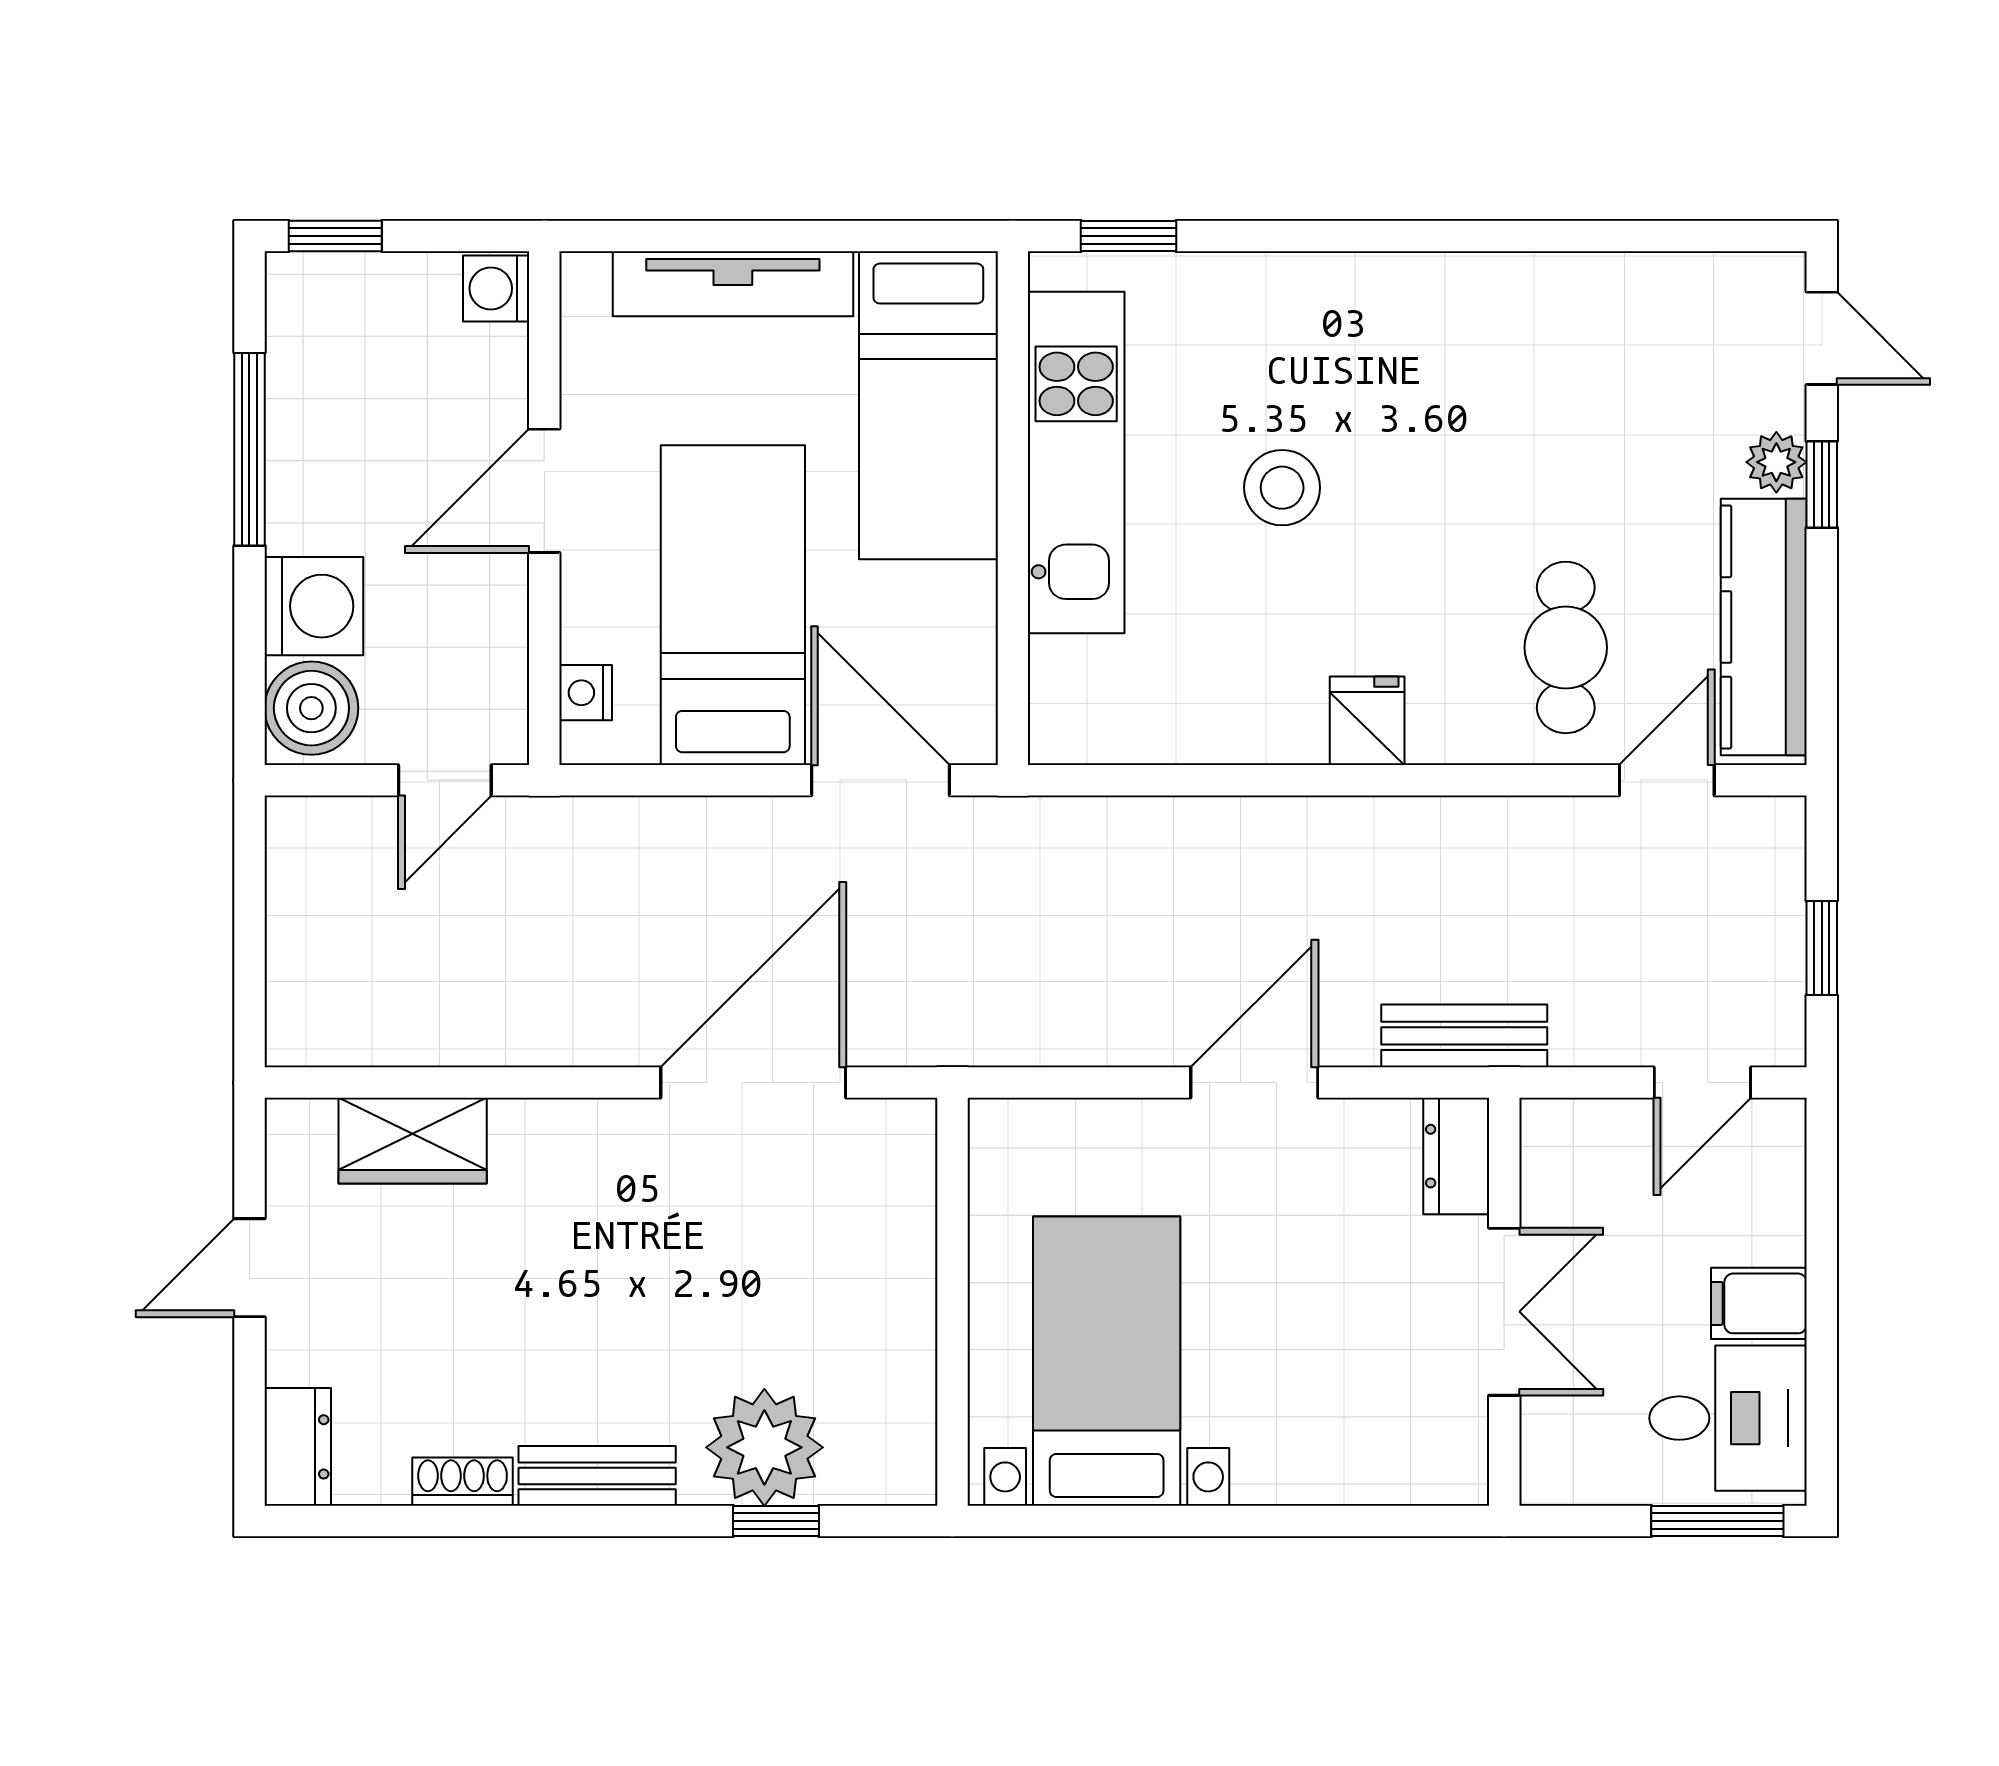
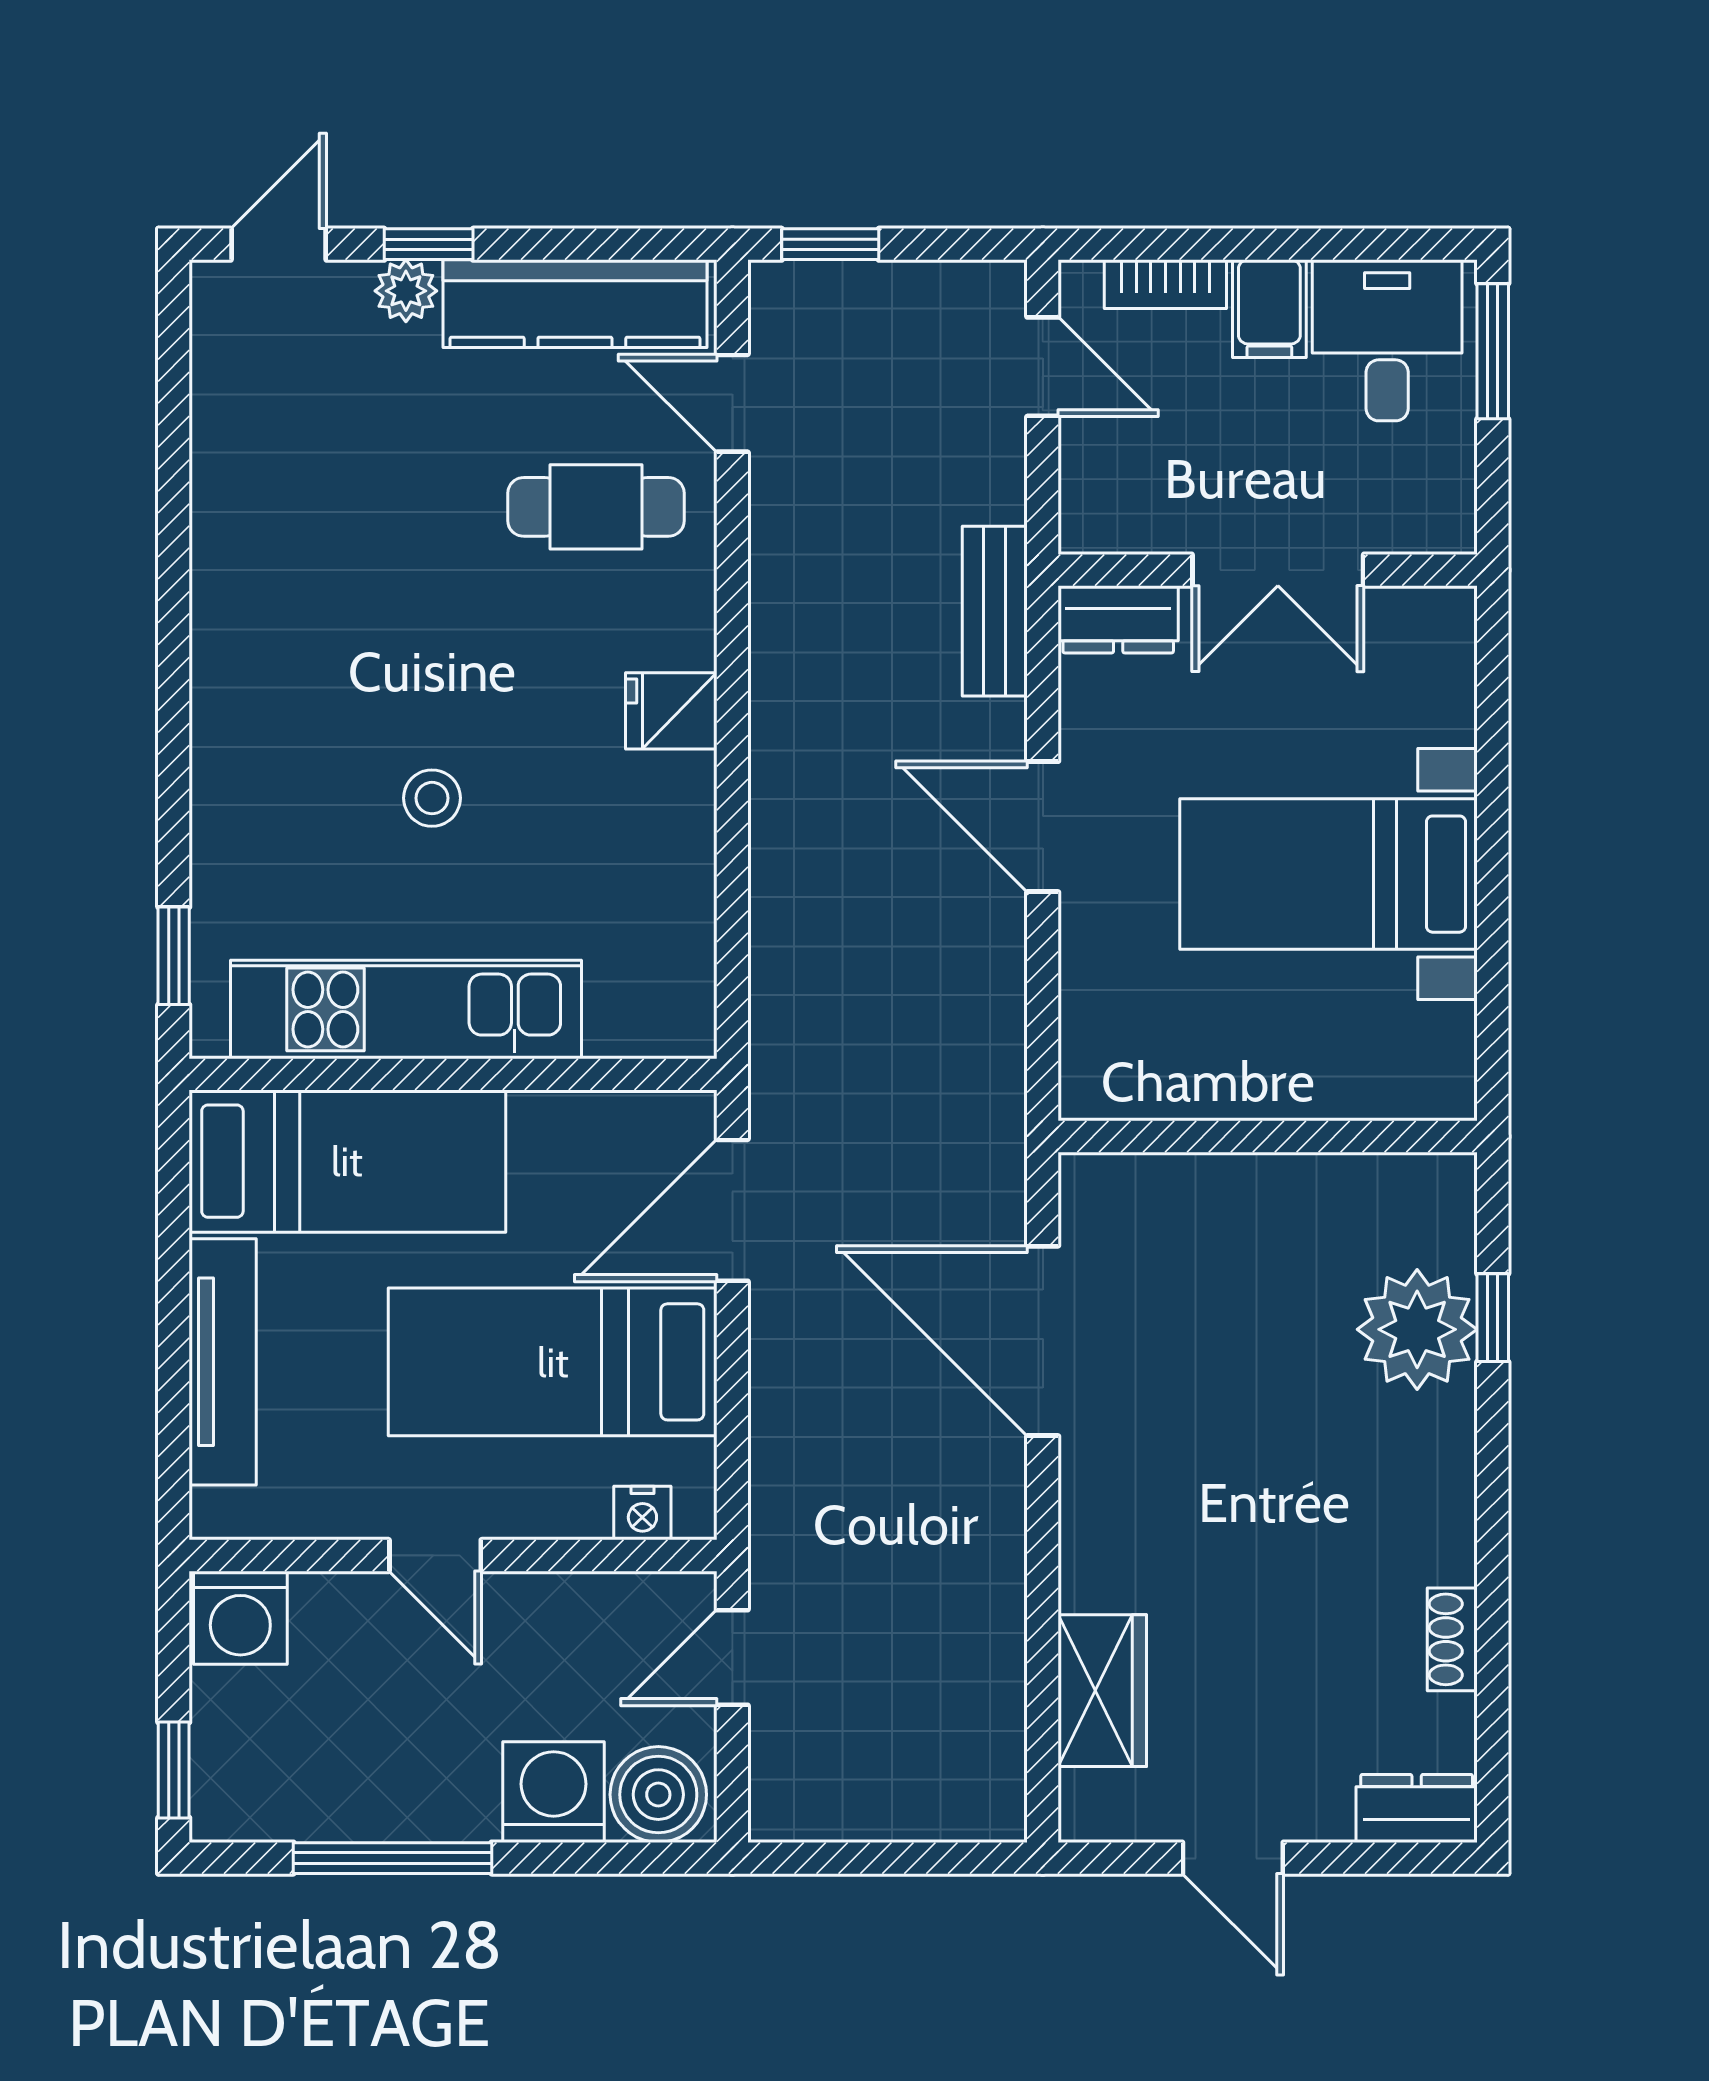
washing machine: (496, 288) -> (240, 1618), width x1.38, depth x1.38
stool: (1282, 488) -> (432, 798), width x0.73, depth x0.73
door: (544, 491) -> (435, 1555), width x0.73
door: (445, 780) -> (732, 1658), swing flipped
window: (1822, 948) -> (830, 244), moved
bookcase: (1783, 1202) -> (1165, 284), added
double door: (1504, 1312) -> (1278, 570), swing flipped
bed with nightstands: (1107, 1361) -> (1329, 874), moved
bench: (597, 1476) -> (1446, 1501), removed

